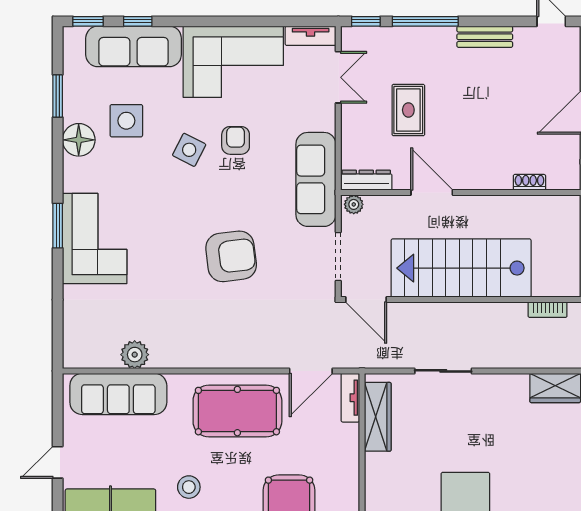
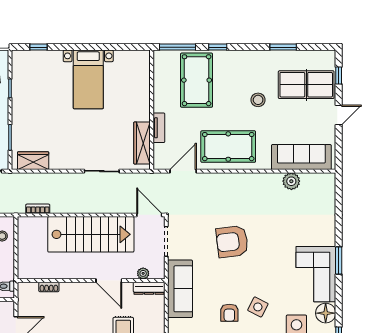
plant: (354, 204) -> (143, 273), moved
corner sofa: (95, 239) -> (316, 274), moved
tv unit: (350, 398) -> (159, 128), moved

